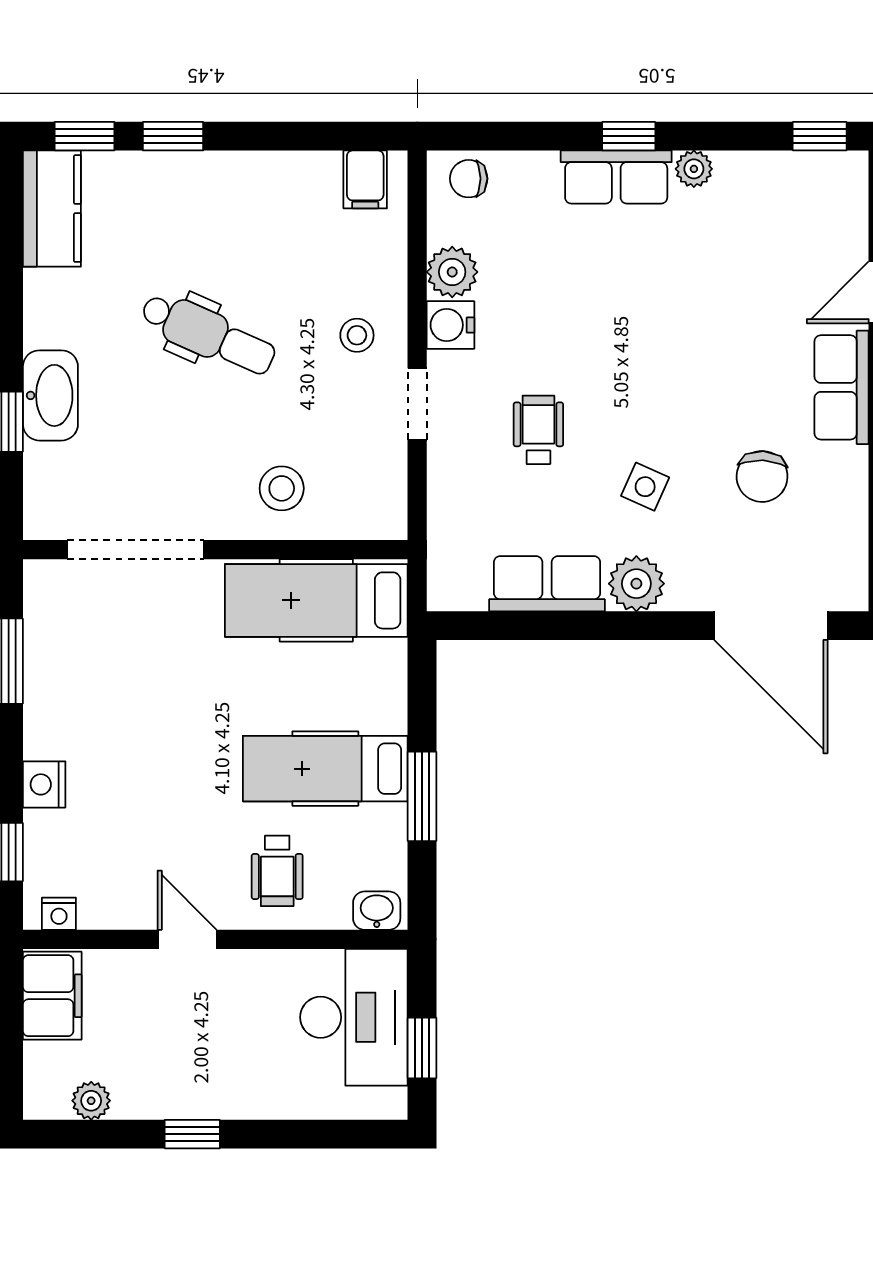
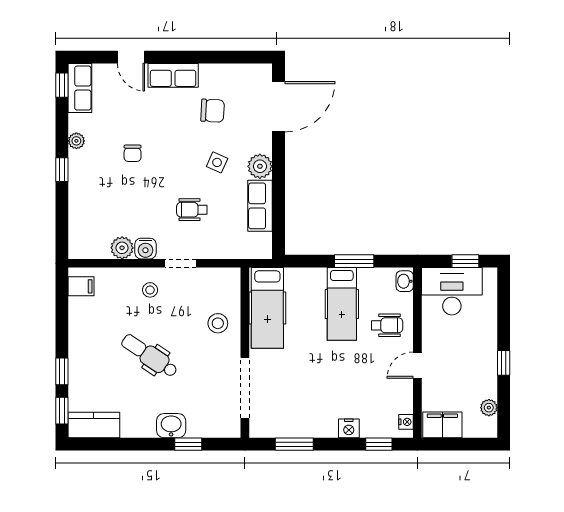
row of seats: (616, 177) -> (80, 88), moved
chair: (469, 179) -> (133, 153), moved
dental chair: (208, 334) -> (149, 356), turned -80
washbasin: (50, 395) -> (171, 426), width x0.72

